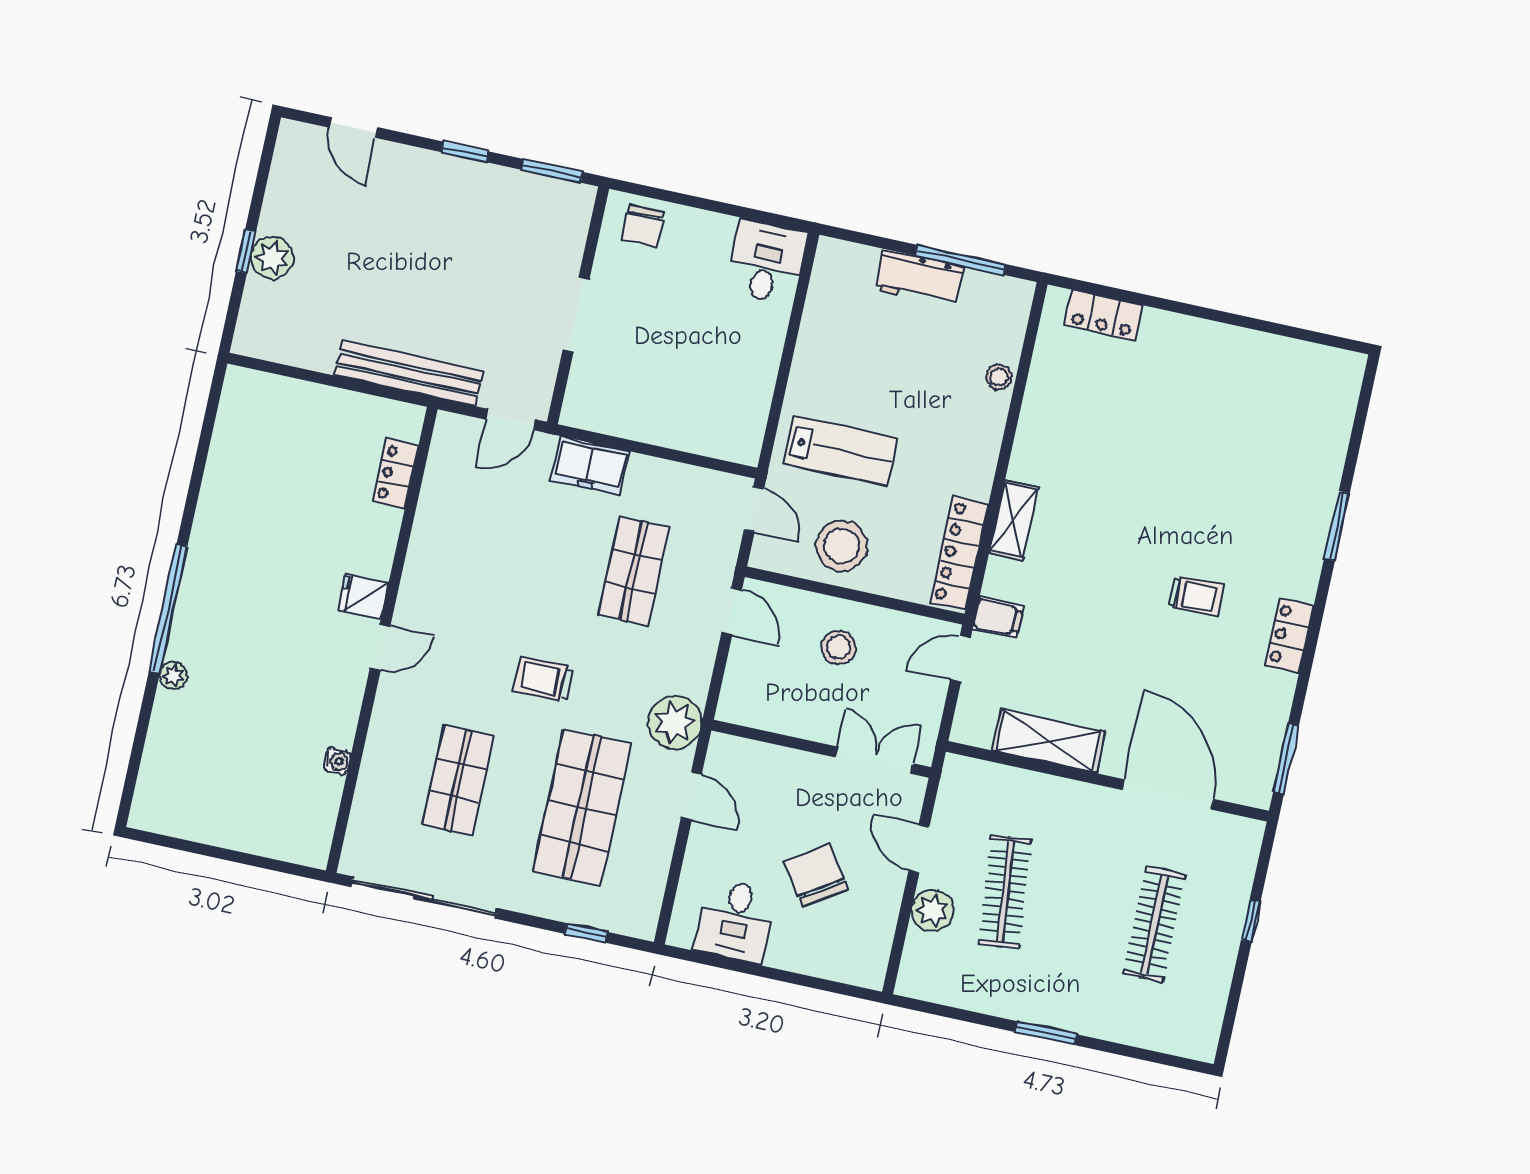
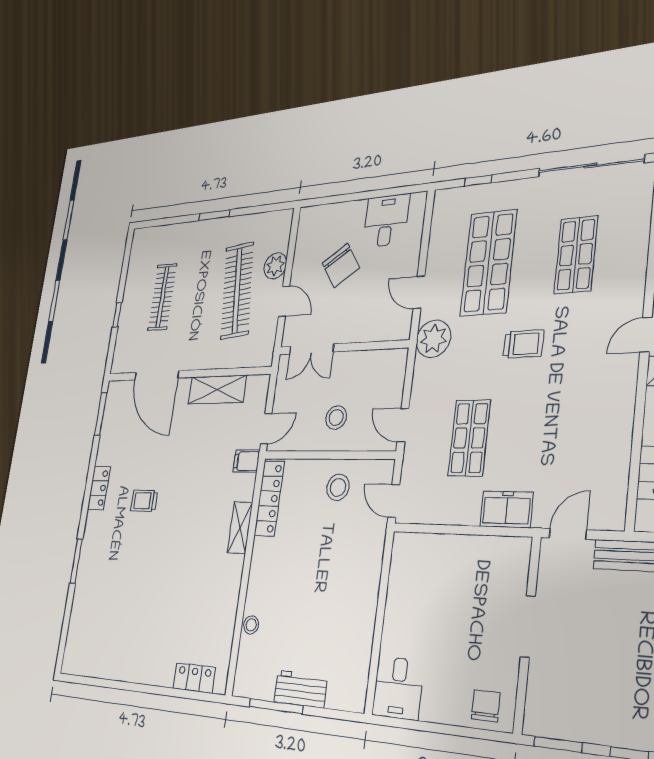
lab bench: (840, 451) -> (343, 554), removed
stool: (842, 546) -> (338, 487), width x0.73, depth x0.73
clothes rail: (1005, 892) -> (237, 290), width x1.37, depth x1.31

